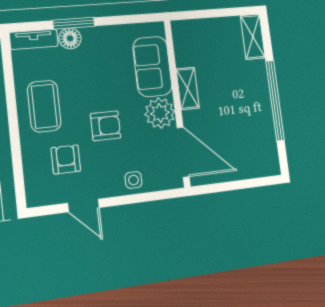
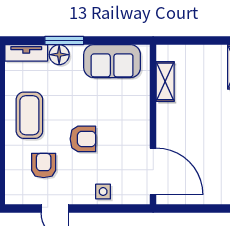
sofa: (152, 67) -> (112, 61), moved, turned -90
shelving: (188, 88) -> (165, 81), moved
plant: (160, 113) -> (135, 132), removed

